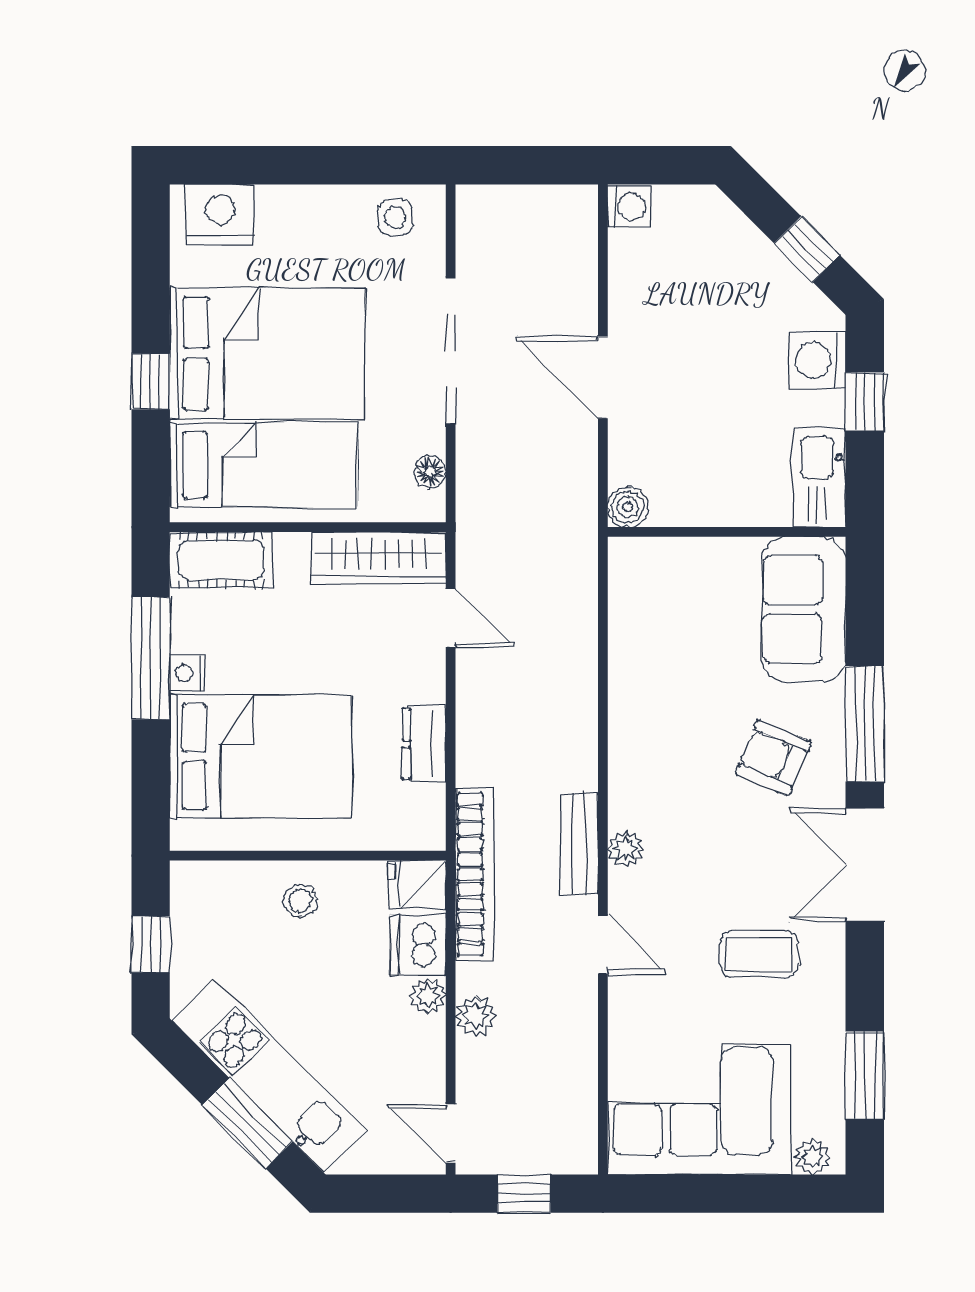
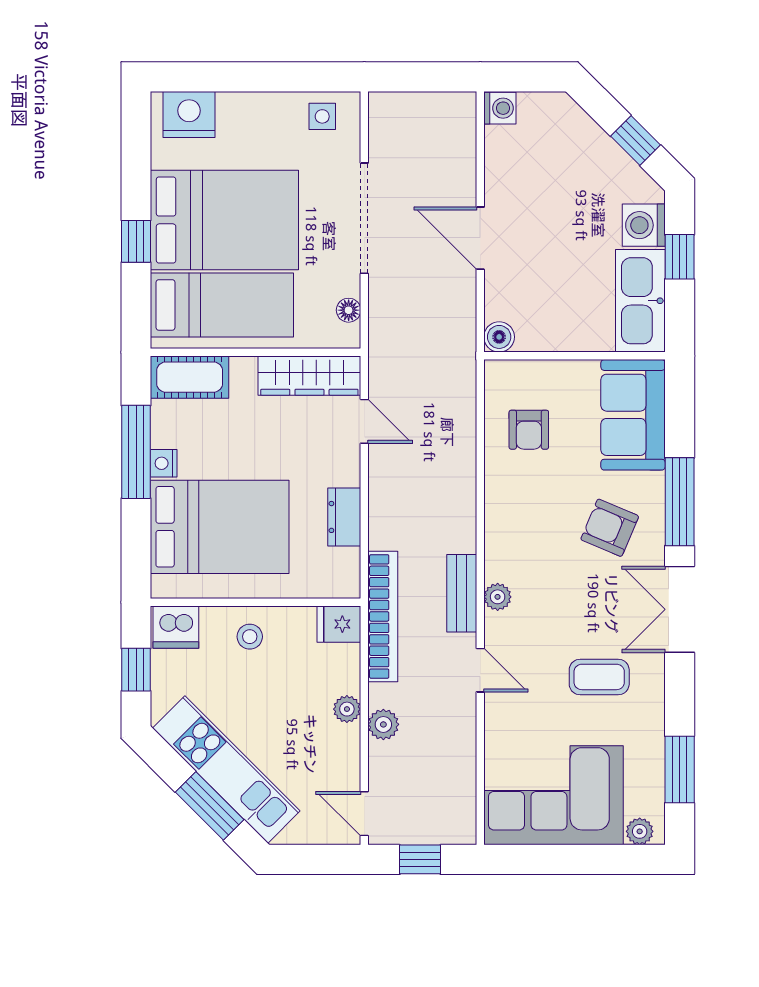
kitchen sink: (820, 478) -> (640, 301), width x1.36, depth x1.24
armchair: (667, 629) -> (529, 430), added
dishwasher: (418, 944) -> (176, 627), moved, turned -90

